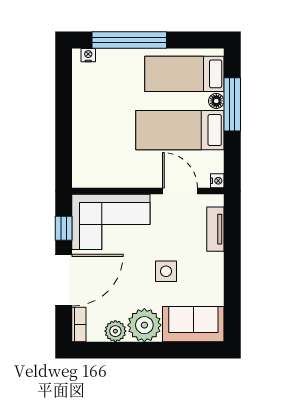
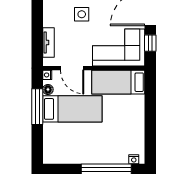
bed: (184, 74) -> (118, 82), moved, turned 180
floor lamp: (216, 101) -> (48, 89), moved
window: (232, 104) -> (37, 107), moved

